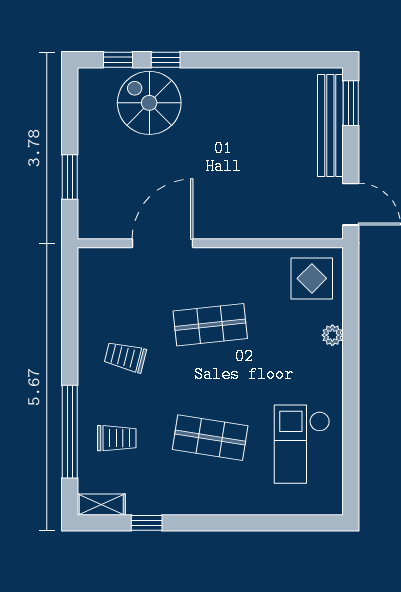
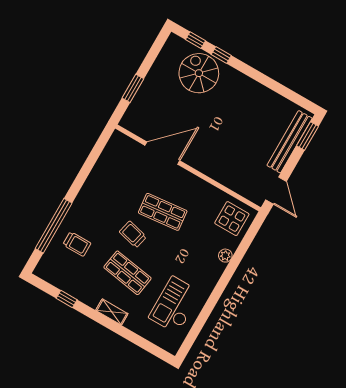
trolley: (125, 357) -> (133, 234), moved
shelving: (101, 505) -> (112, 312), moved

